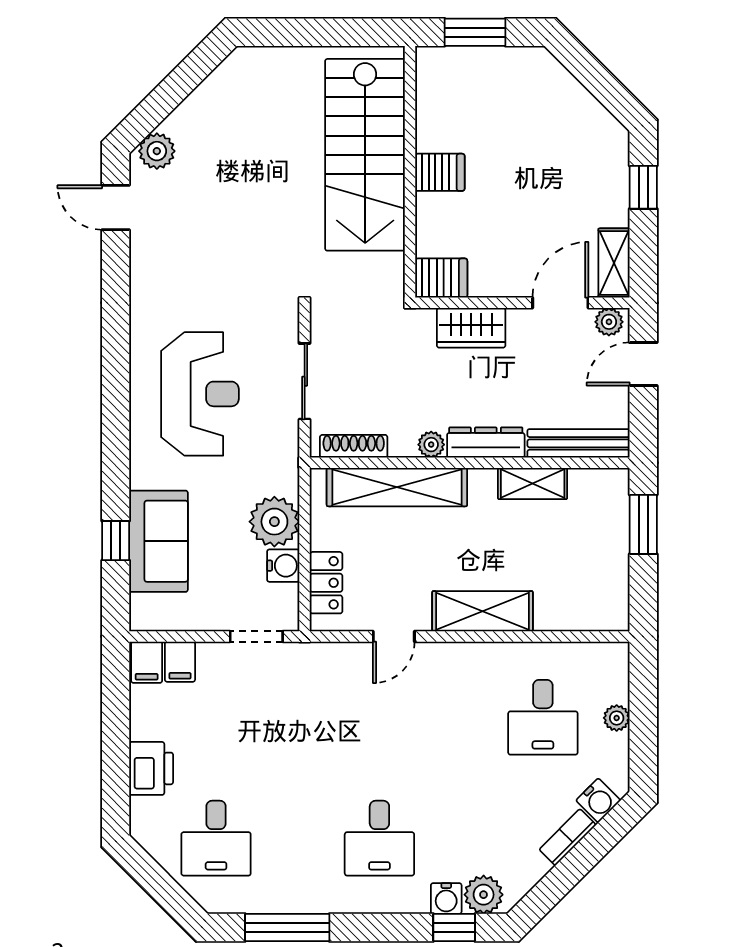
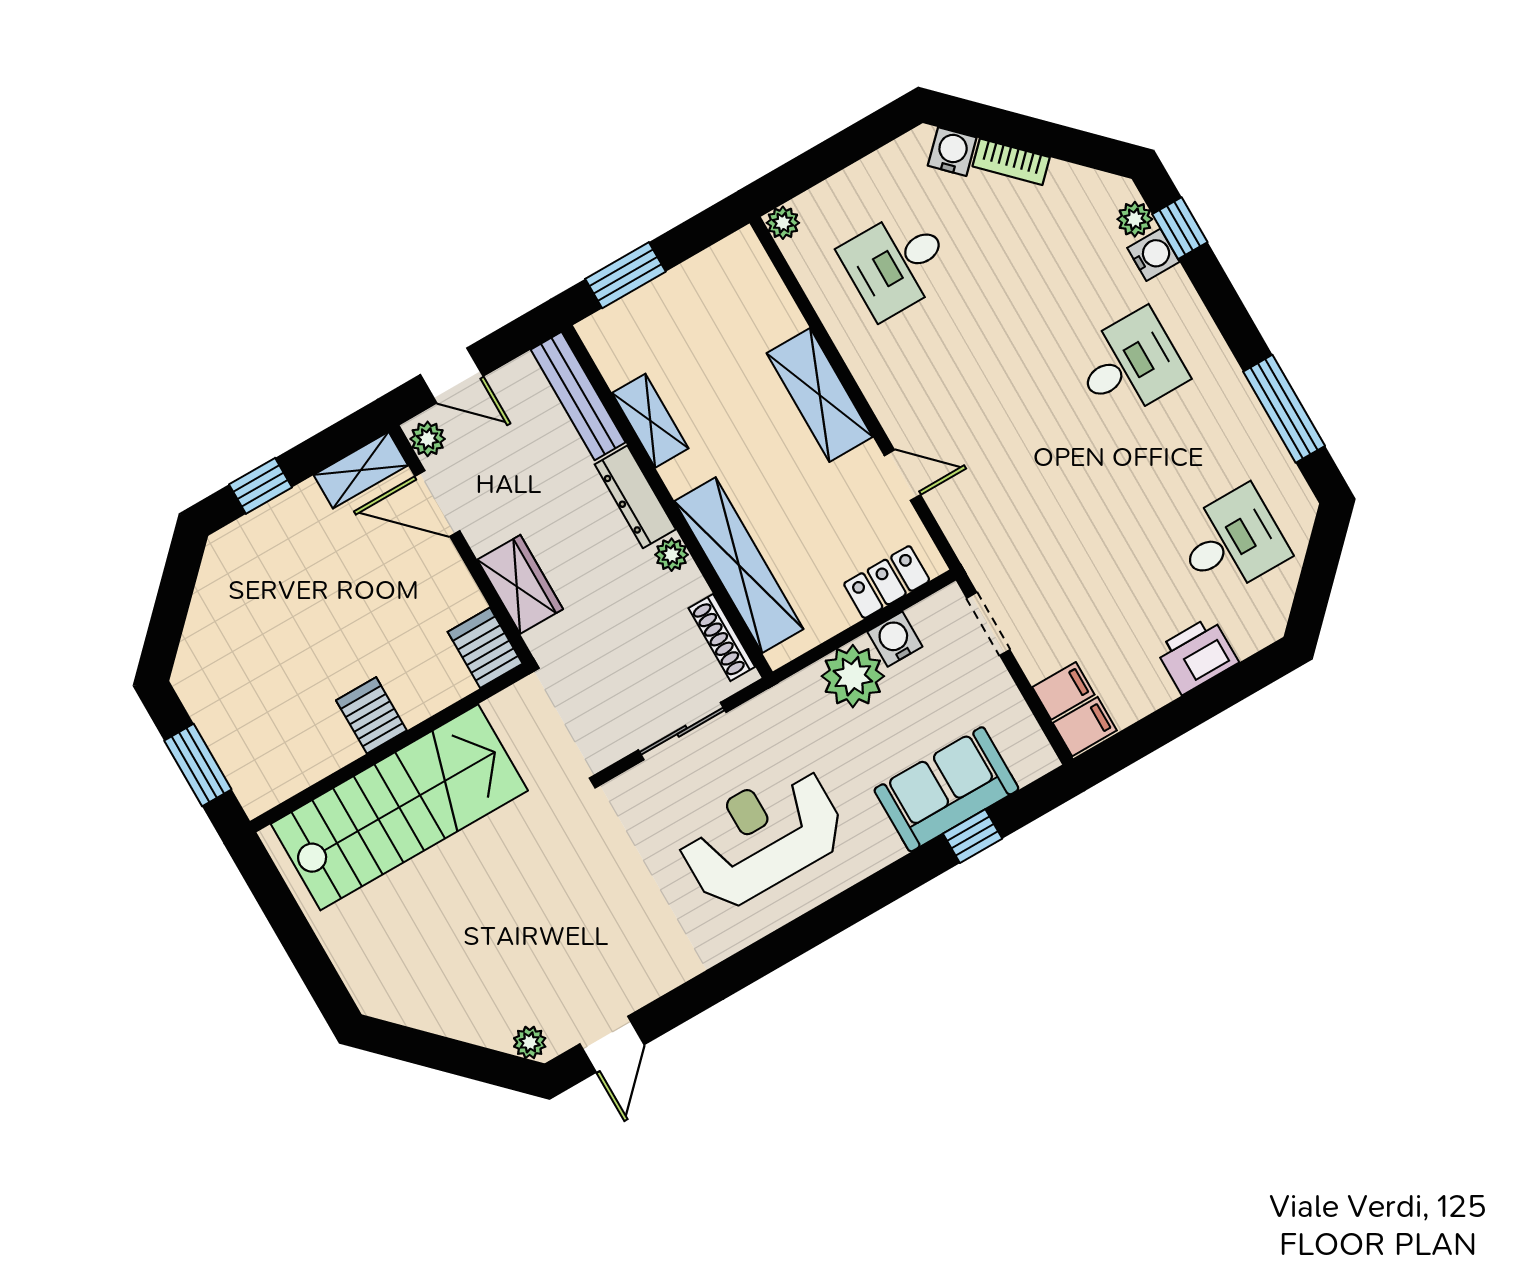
plant: (157, 151) -> (530, 1042), width x0.73, depth x0.73
desk: (543, 717) -> (897, 263), turned 180
plant: (617, 718) -> (783, 223), moved
plant: (484, 895) -> (1135, 219), width x0.73, depth x0.73

